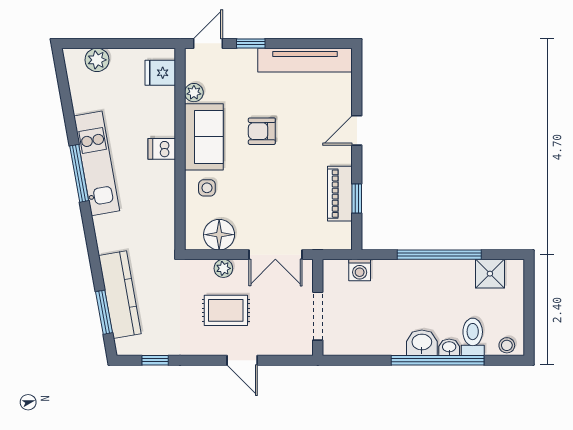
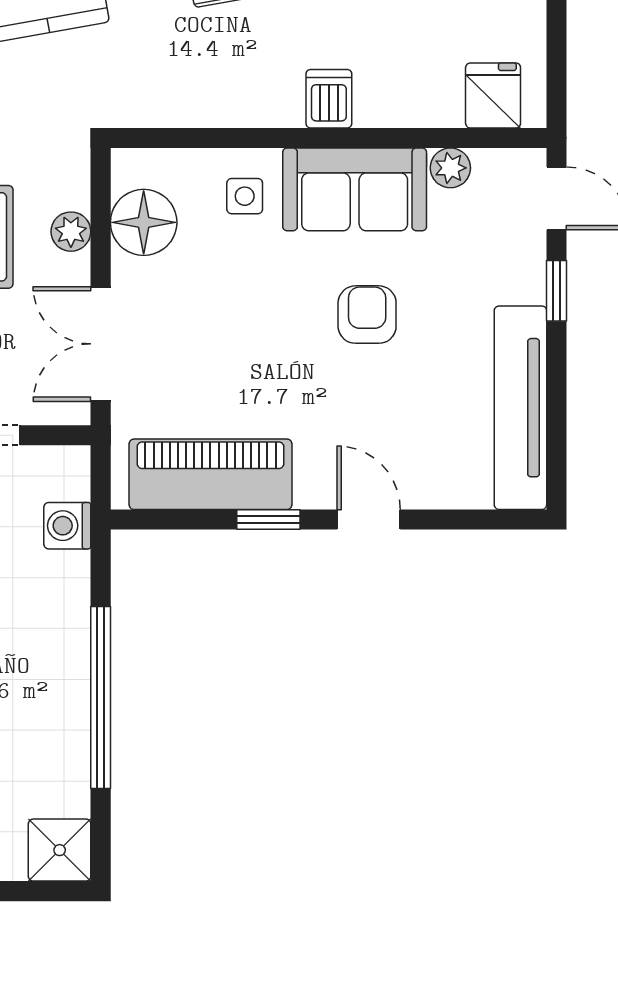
piano: (340, 194) -> (210, 474), width x1.37, depth x1.33
window: (357, 199) -> (268, 520), moved
shower: (490, 274) -> (60, 850), moved

